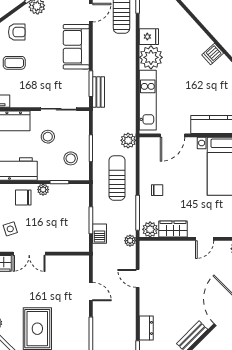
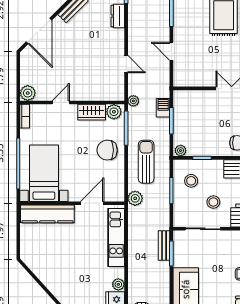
dishwasher: (213, 54) -> (53, 282), removed
plant: (151, 57) -> (118, 284), width x0.53, depth x0.53
sun lounger: (117, 178) -> (146, 162), turned 180
plant: (43, 190) -> (181, 151), moved
chair: (157, 190) -> (107, 150), width x1.87, depth x1.87

